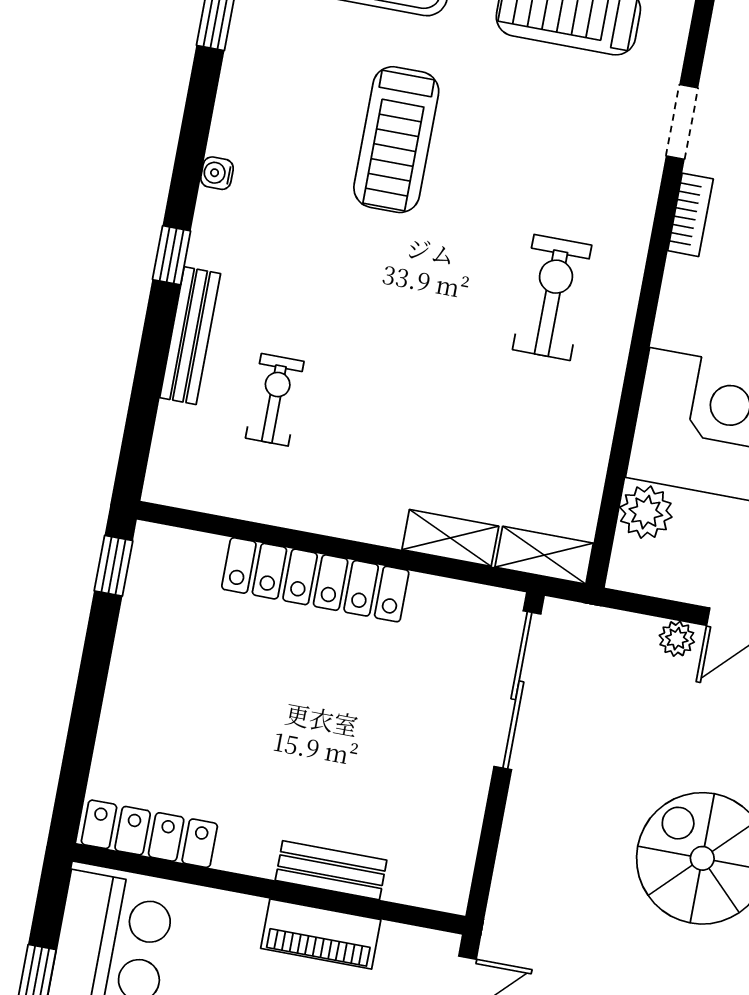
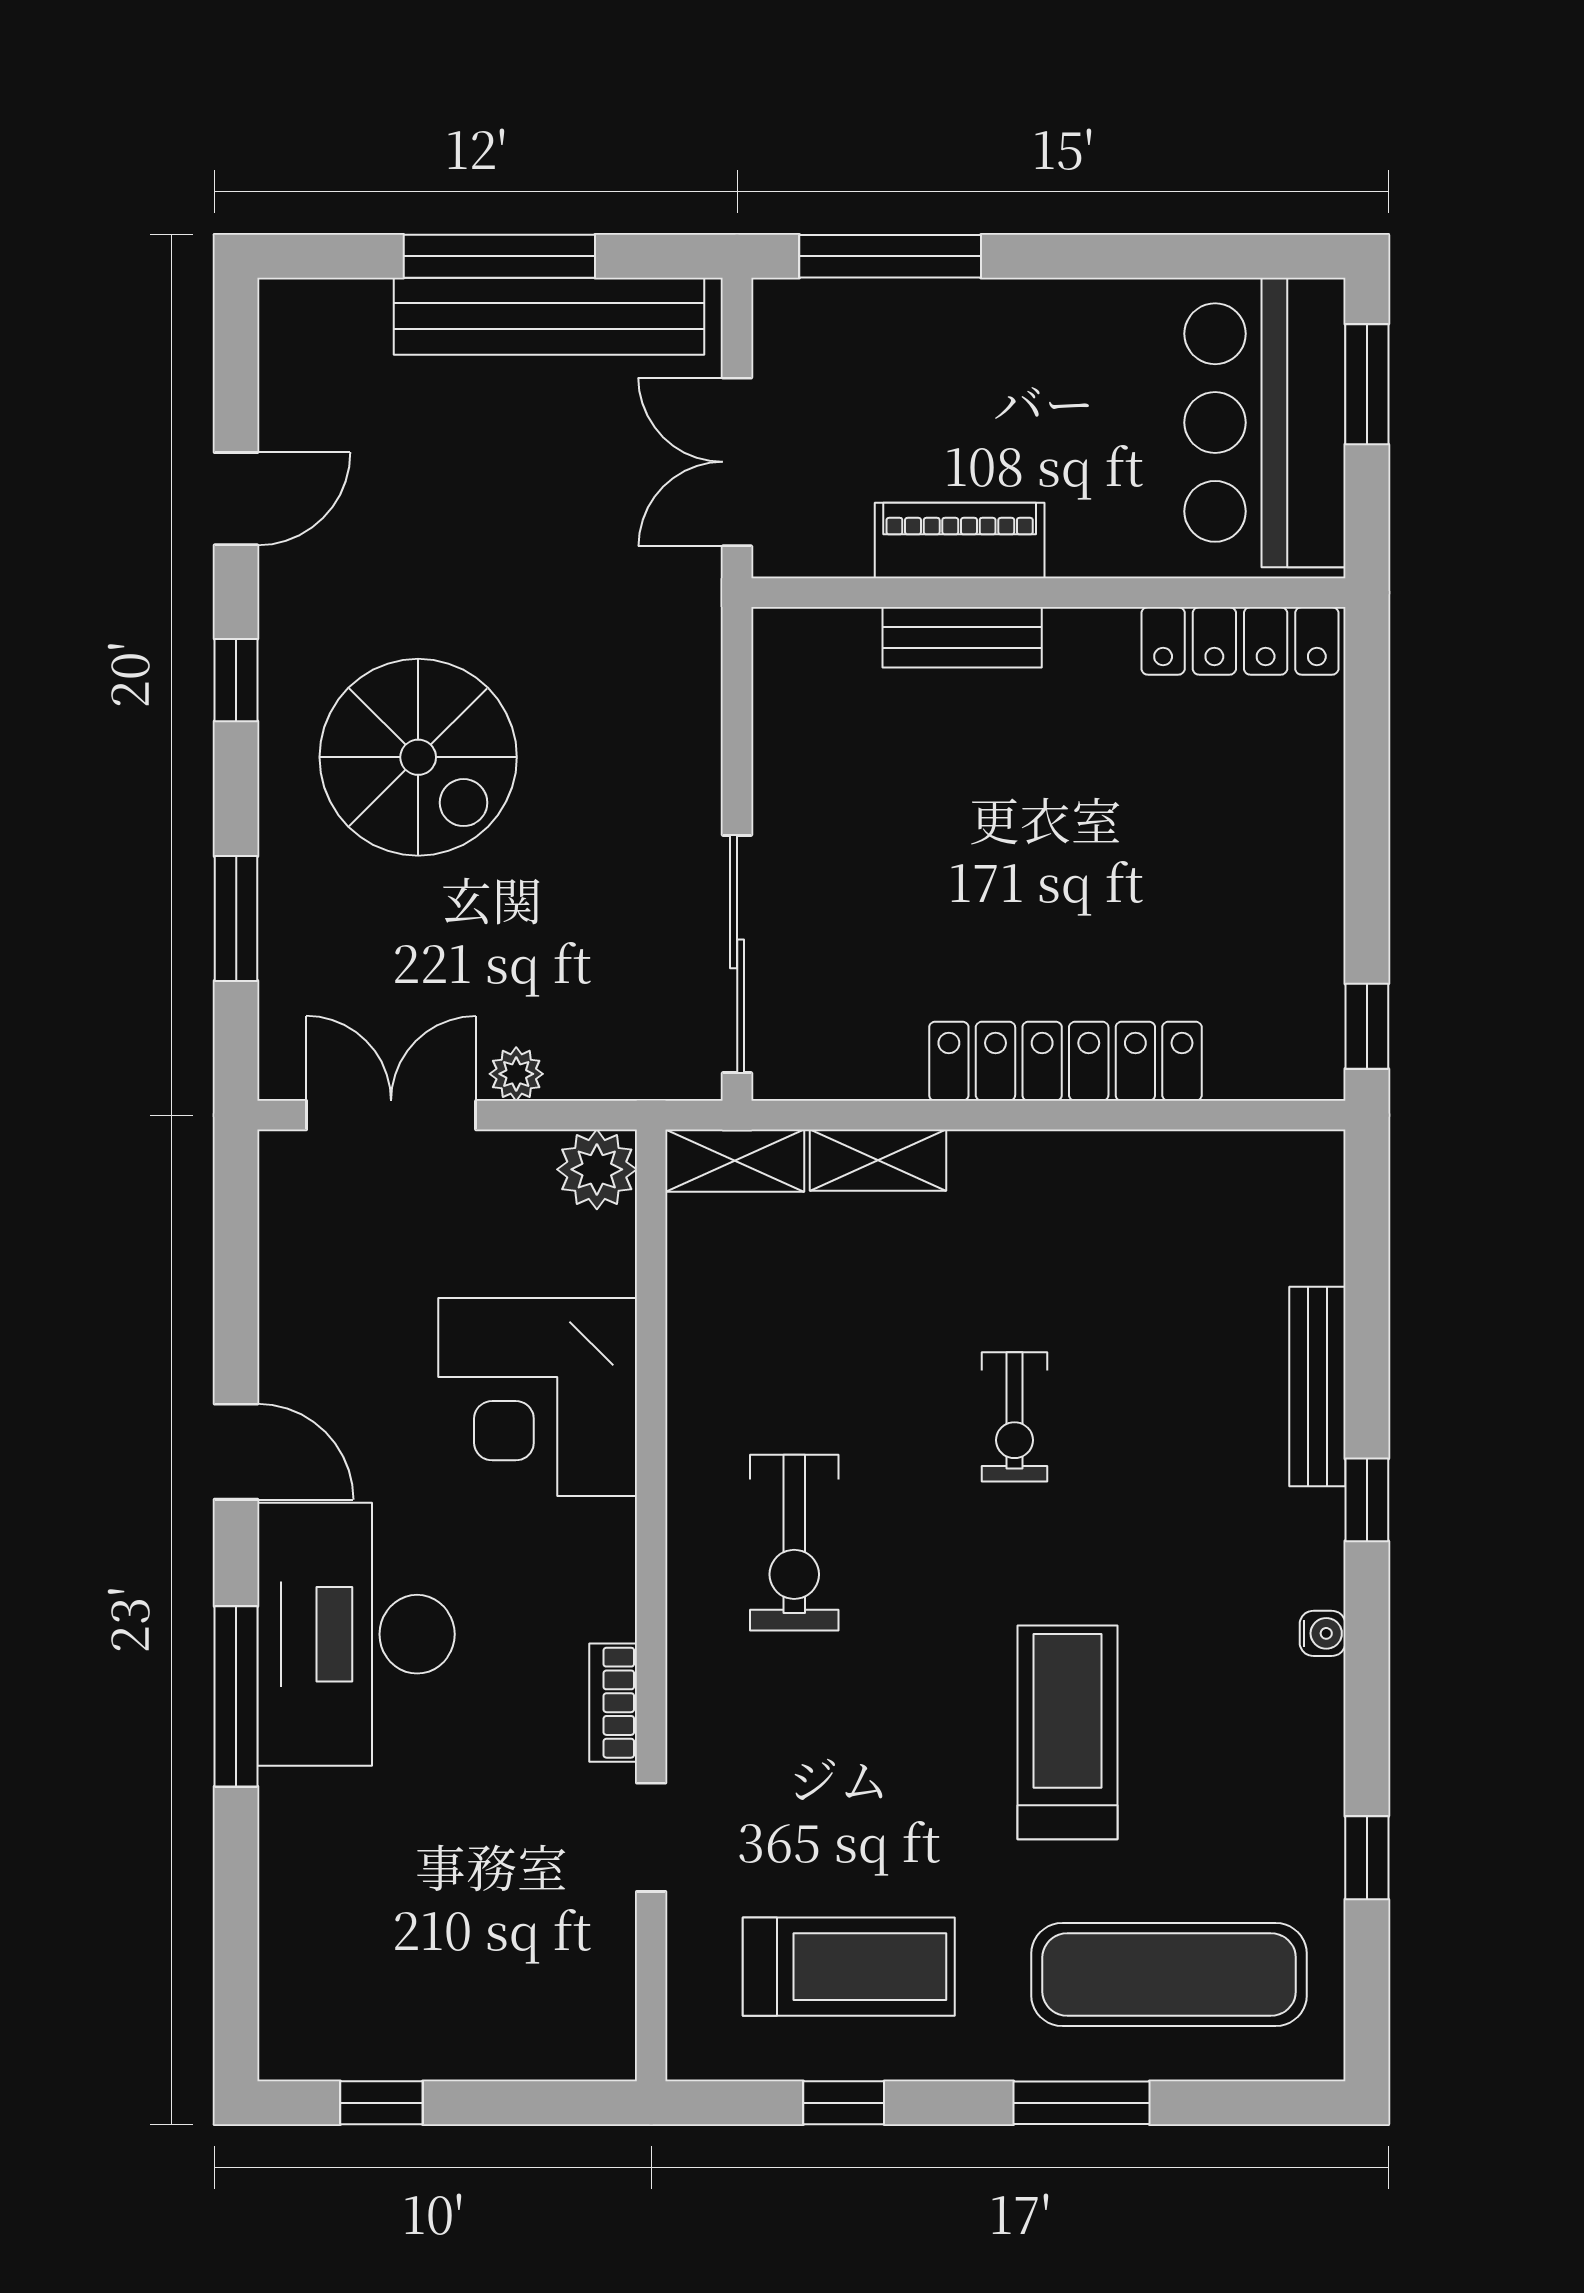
exercise bike: (275, 400) -> (1014, 1417), moved
plant: (646, 512) -> (597, 1169), moved

